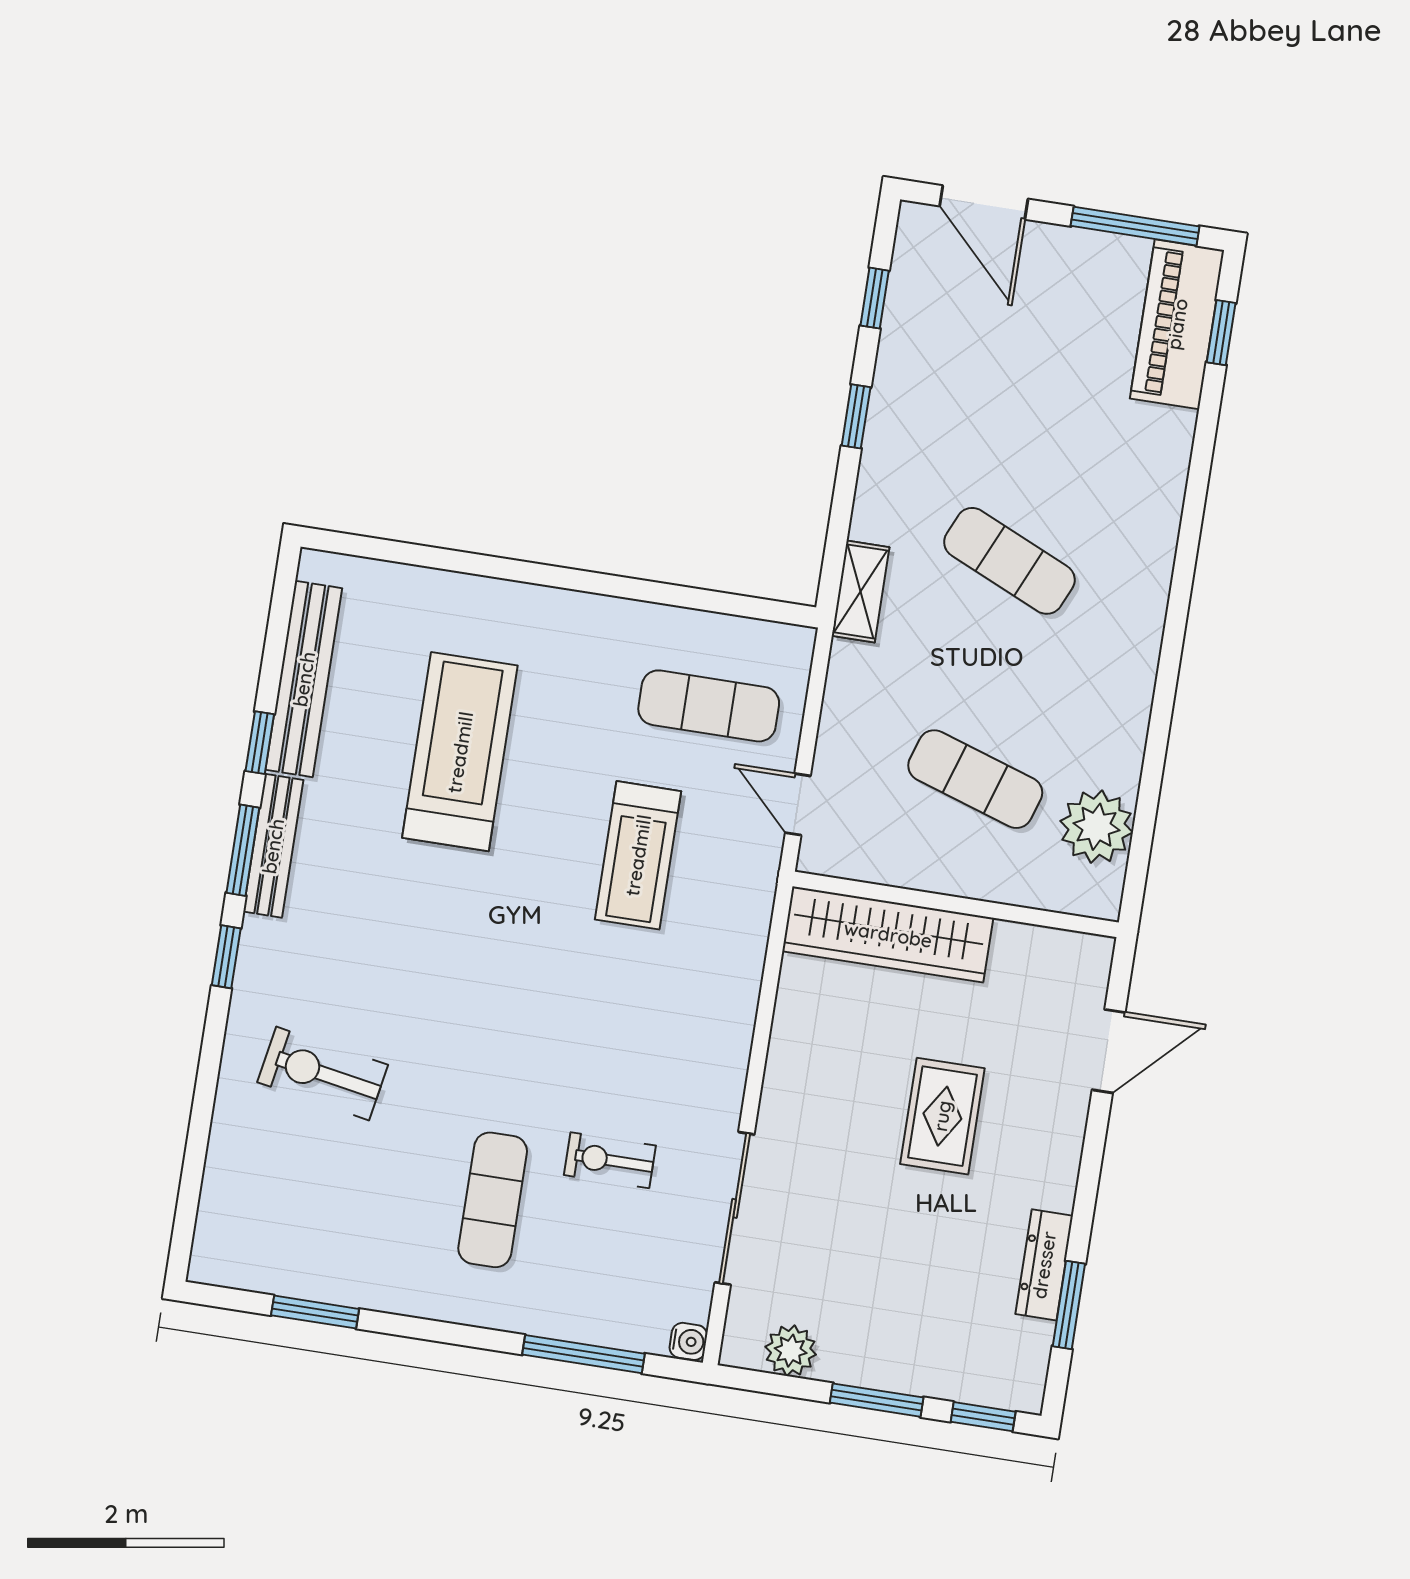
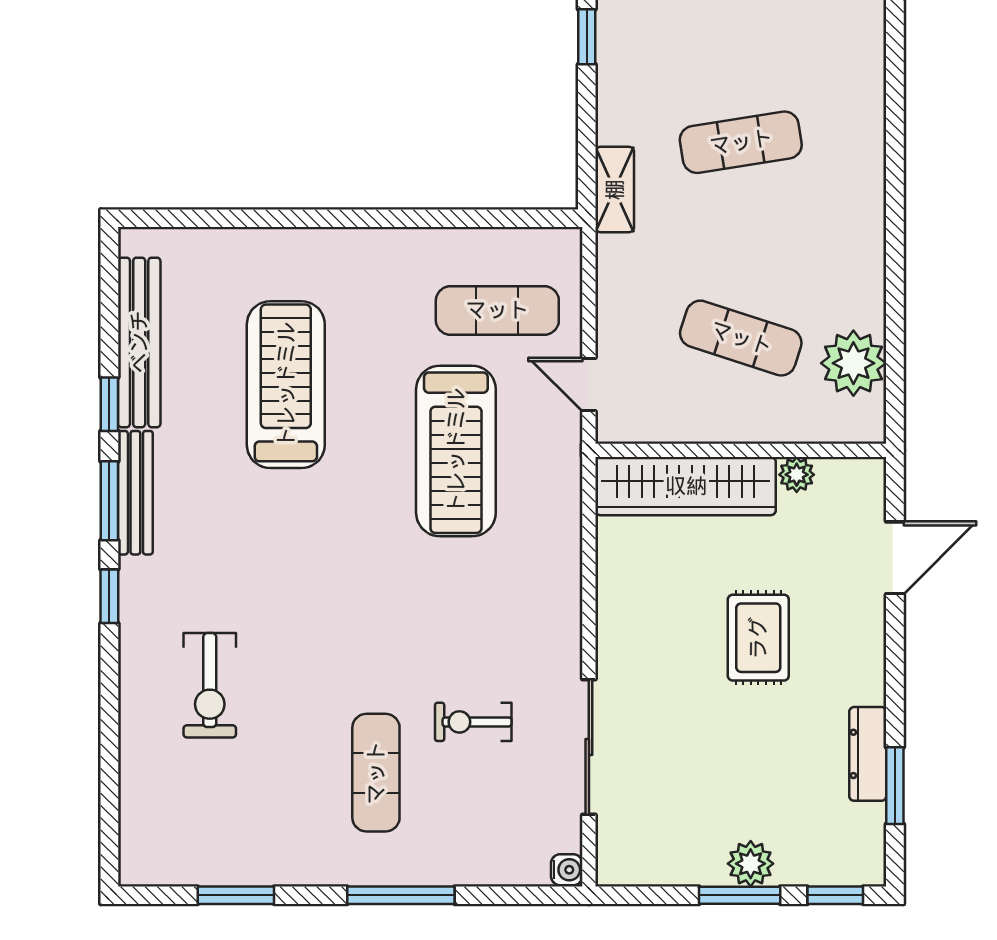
exercise mat: (1009, 561) -> (741, 142), turned -33
treadmill: (638, 855) -> (456, 451), width x1.37, depth x1.38
plant: (1014, 941) -> (797, 475), added
exercise bike: (323, 1074) -> (210, 685), turned -100
plant: (791, 1351) -> (751, 864), moved
window: (583, 1354) -> (401, 895), moved

